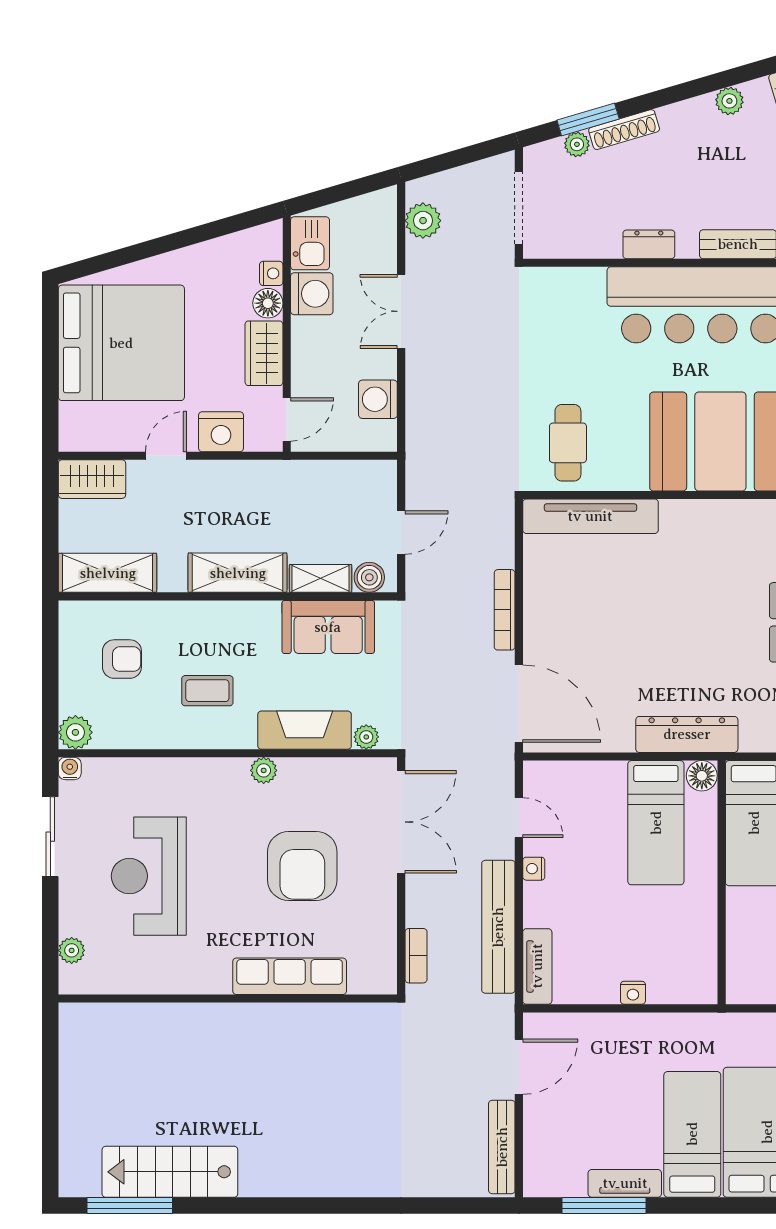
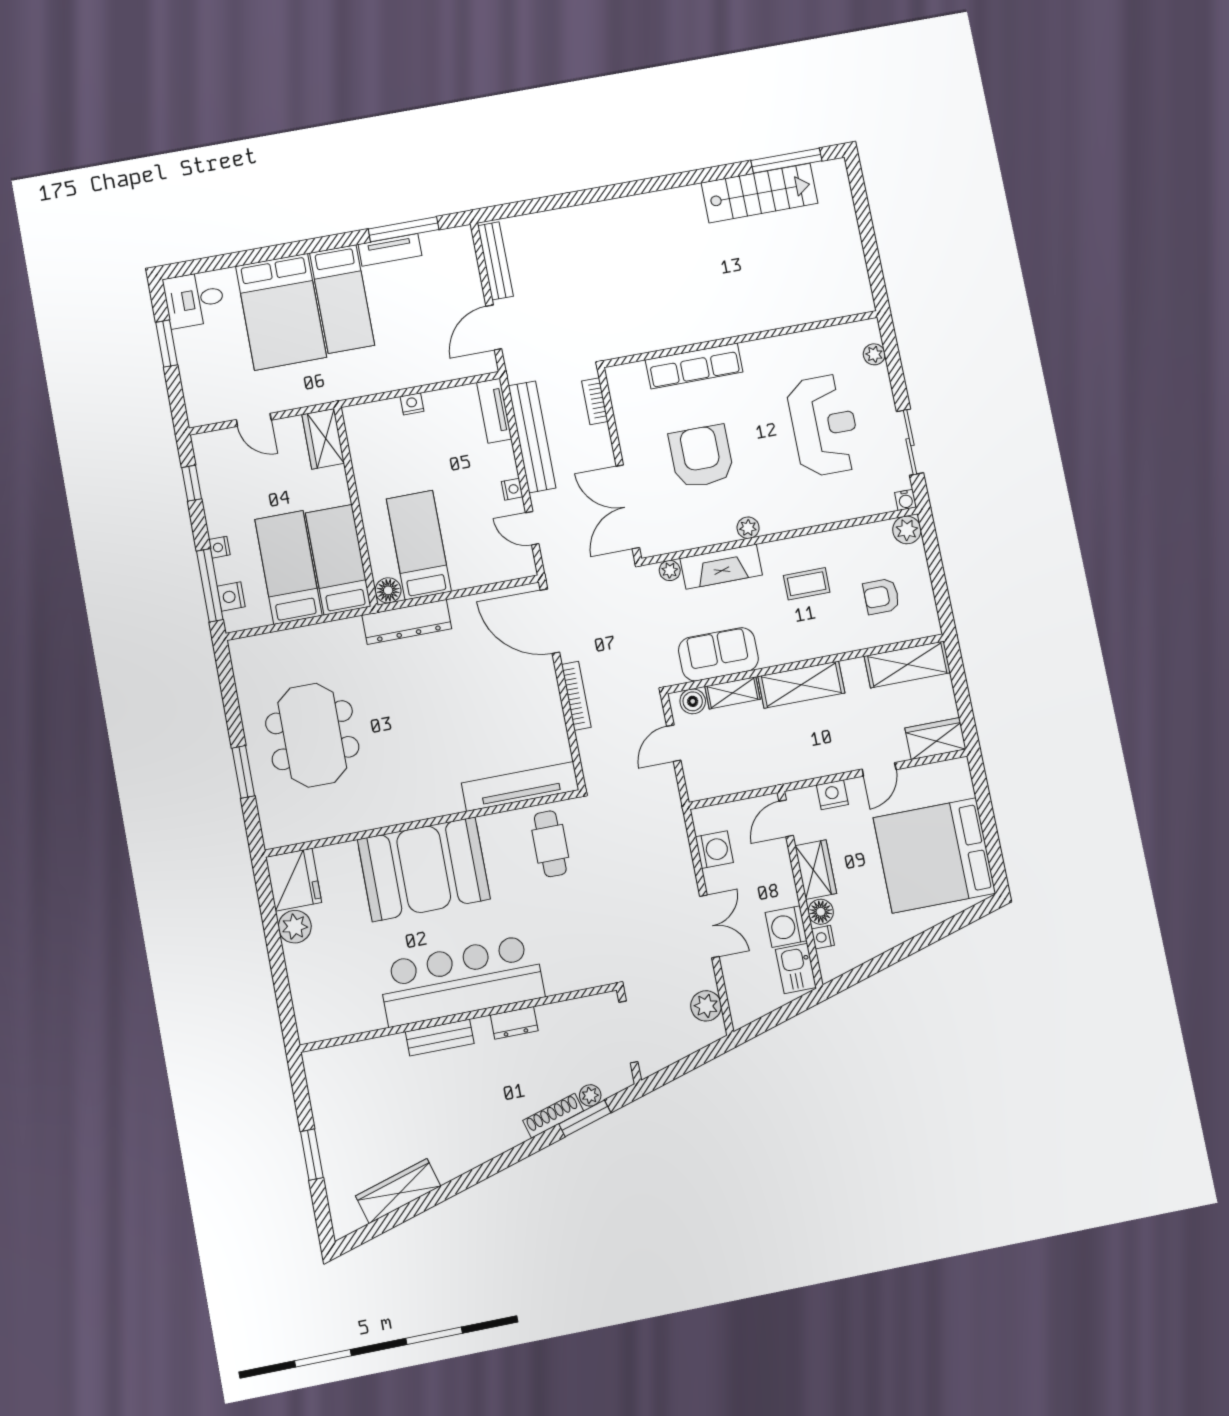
plant: (729, 101) -> (469, 1158), removed
nightstand: (221, 432) -> (832, 795), width x0.74, depth x0.75
wardrobe: (745, 970) -> (323, 439), added

